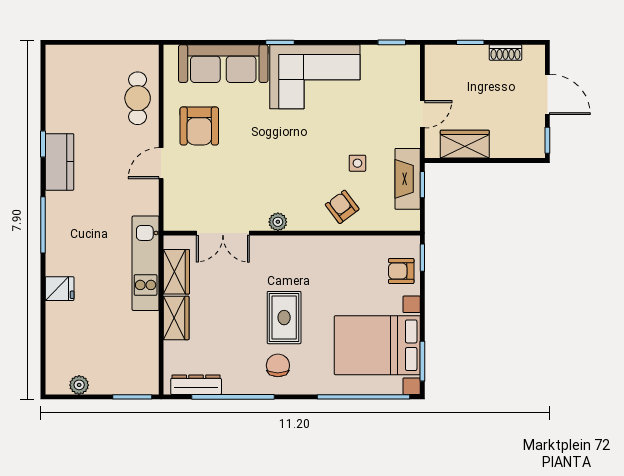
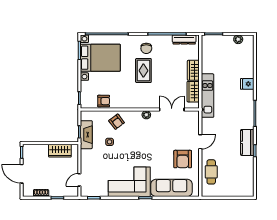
door: (422, 114) -> (79, 180), moved
armchair: (199, 126) -> (183, 159), turned 180
armchair: (401, 271) -> (104, 101), moved

